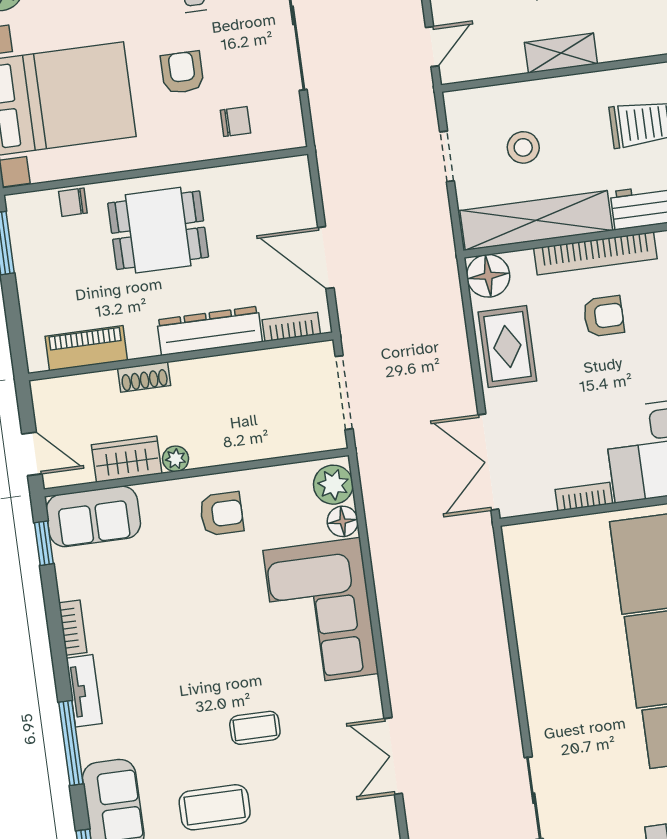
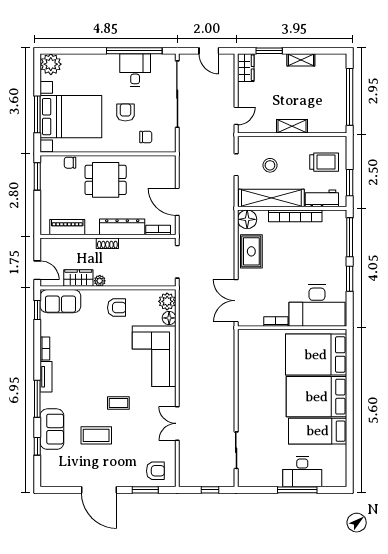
armchair: (604, 316) -> (295, 244), removed
shoe rack: (144, 377) -> (107, 243), moved

